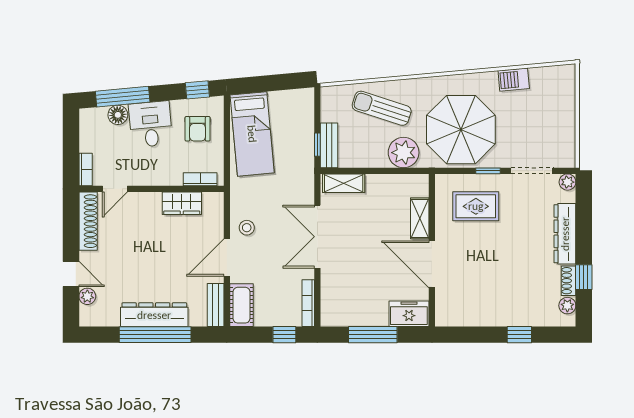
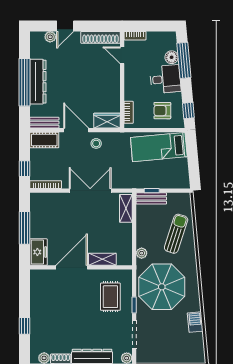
plant: (404, 153) -> (142, 253), width x0.53, depth x0.53
wardrobe: (182, 203) -> (107, 121), moved, turned 90

